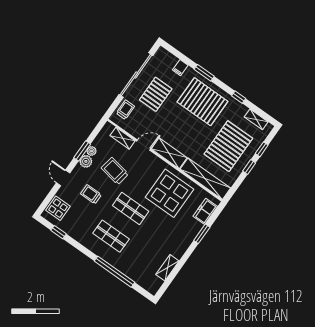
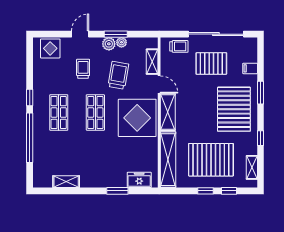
display table: (169, 193) -> (137, 118), moved
window: (59, 232) -> (30, 98), moved

